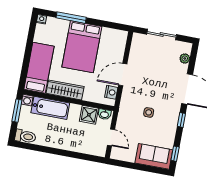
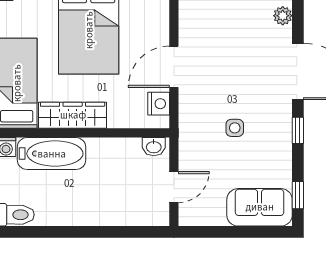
shower: (89, 115) -> (125, 153), removed
door: (111, 137) -> (174, 187), hinge flipped

